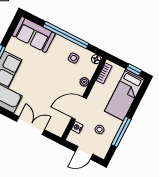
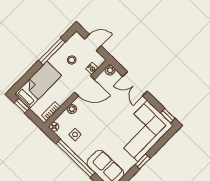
plant: (59, 131) -> (110, 70), added

